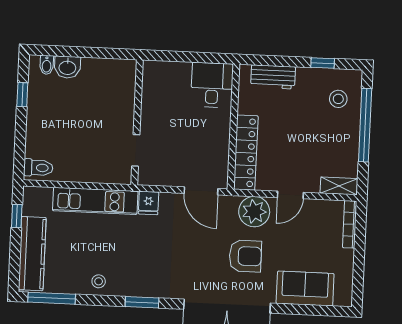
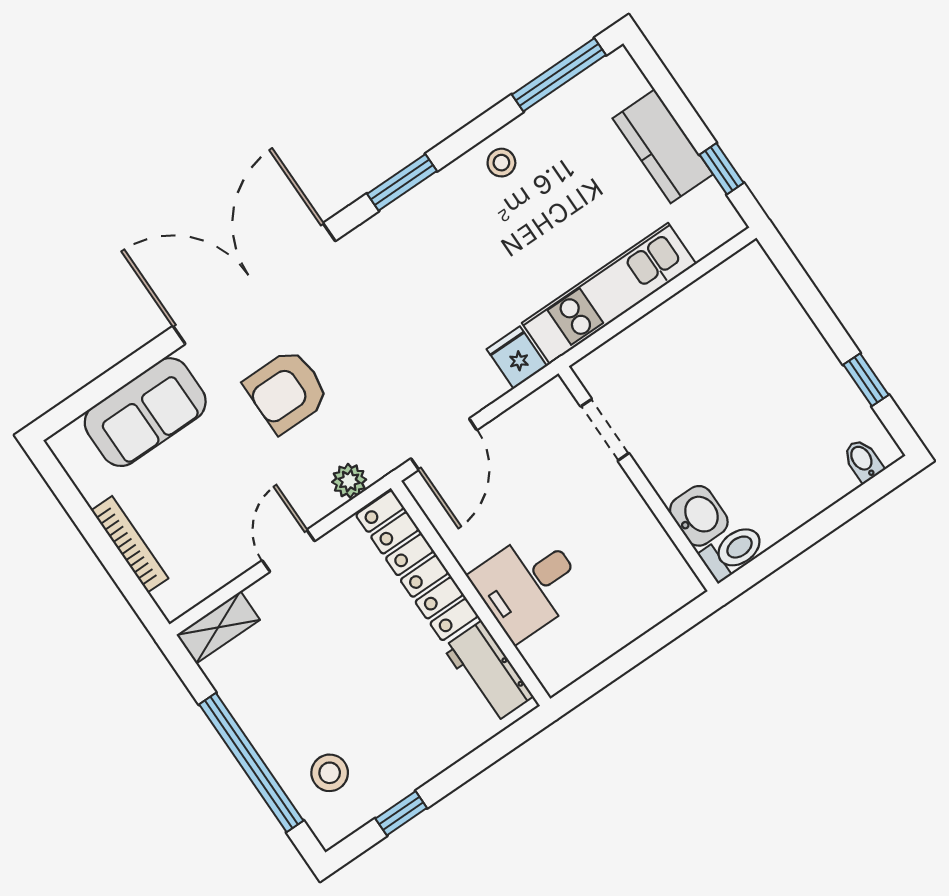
washbasin: (67, 67) -> (699, 516), moved, turned 90
workbench: (273, 77) -> (488, 672), moved, turned -90
desk: (212, 85) -> (528, 585), moved, turned 90
toilet: (38, 168) -> (732, 552), moved, turned 180
door: (201, 191) -> (444, 444), swing flipped
plant: (254, 212) -> (349, 481), width x0.53, depth x0.53
bookcase: (350, 224) -> (130, 544), moved
kitchen counter: (32, 254) -> (663, 146), width x0.67

